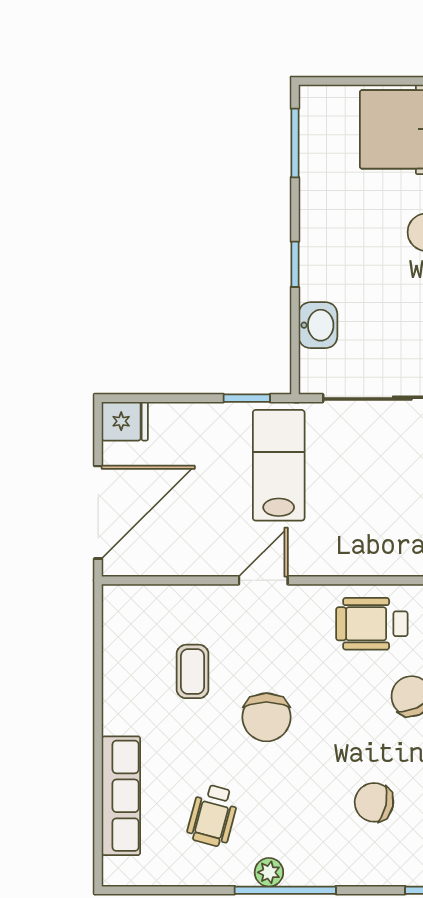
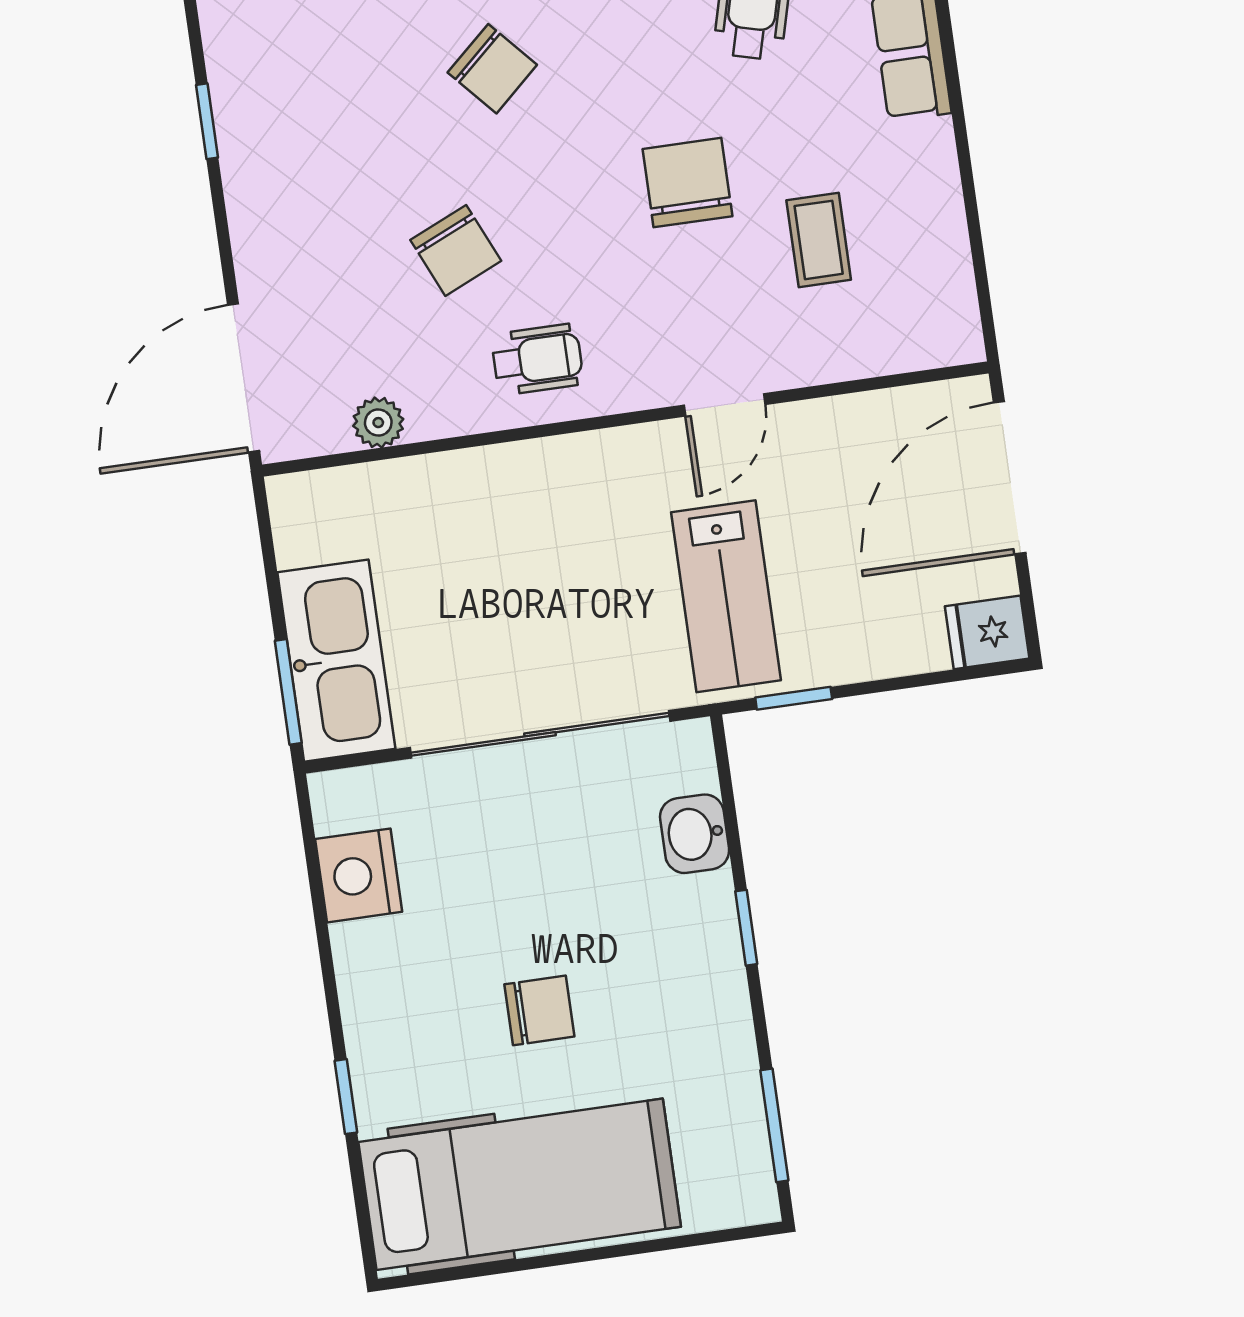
wheelchair: (372, 624) -> (537, 359), width x0.73, depth x0.73
chair: (374, 802) -> (492, 69), turned 36

